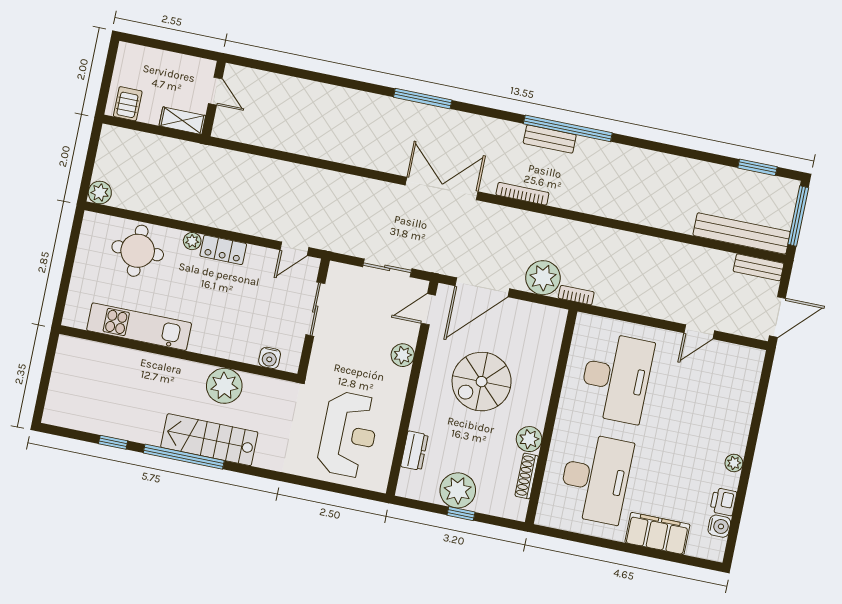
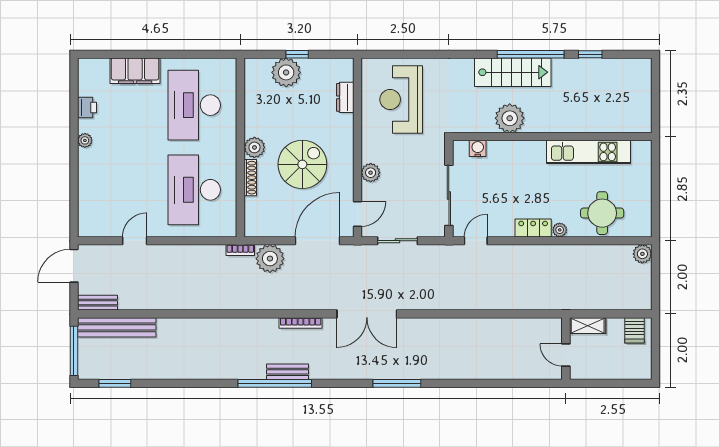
sliding door: (315, 309) -> (449, 195), width x1.37
plant: (529, 439) -> (254, 147), moved
shoe rack: (527, 476) -> (250, 178), moved
plant: (458, 490) -> (286, 72), moved
water cooler: (719, 526) -> (86, 87), removed

